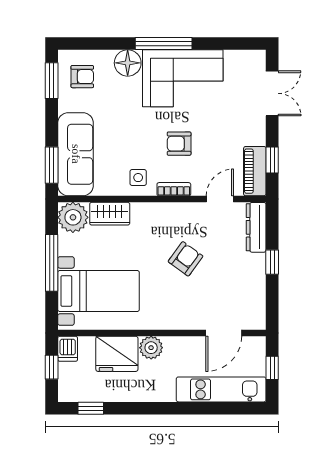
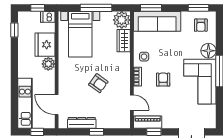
dresser: (256, 227) -> (82, 123), moved

